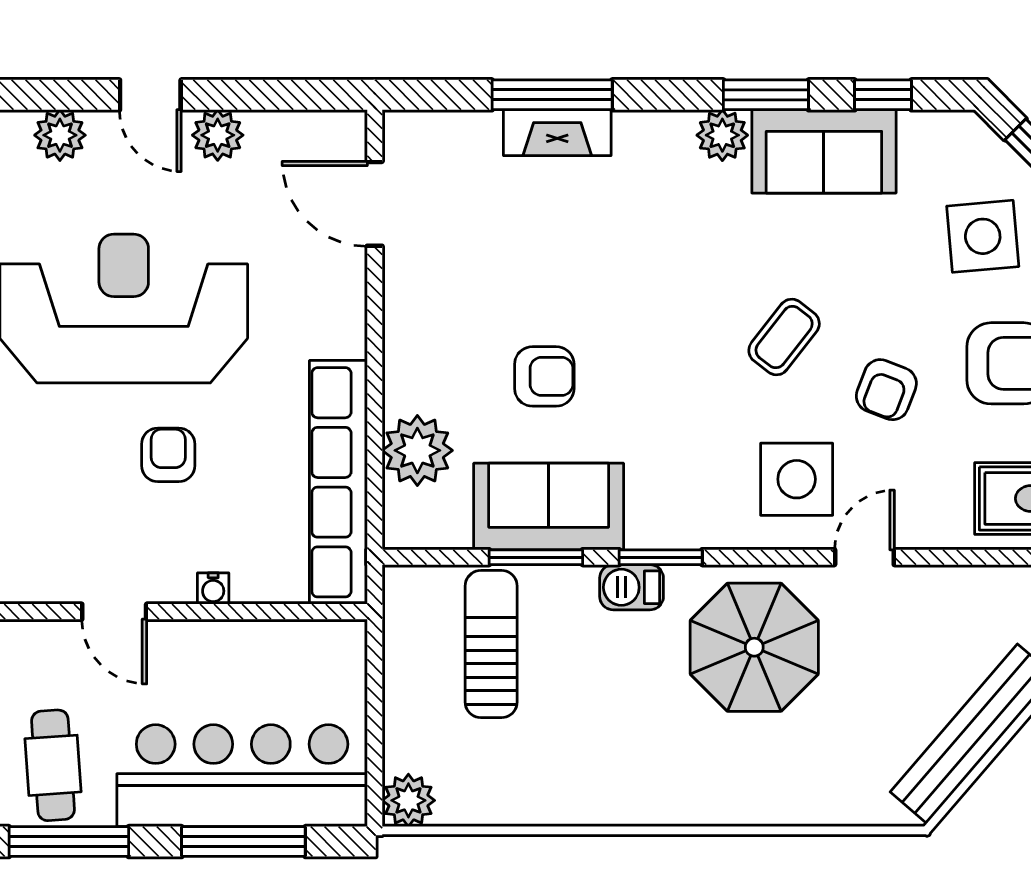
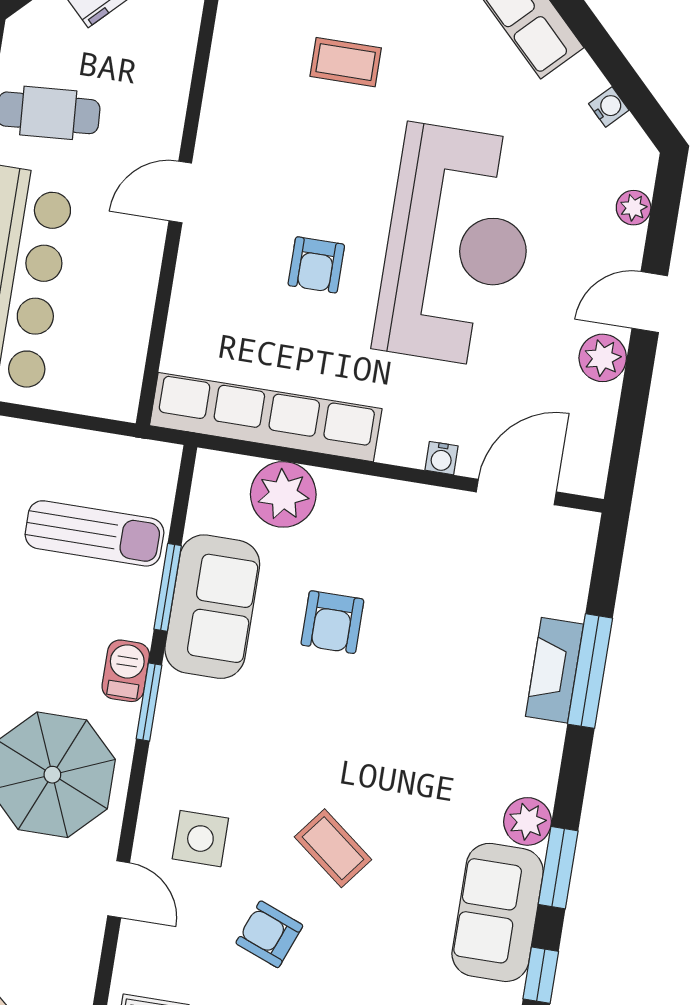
plant: (60, 135) -> (634, 208), width x0.73, depth x0.73
armchair: (168, 455) -> (316, 265), turned 90
side table: (797, 479) -> (200, 839), width x0.73, depth x0.73
water cooler: (213, 588) -> (442, 458), moved, turned -90

